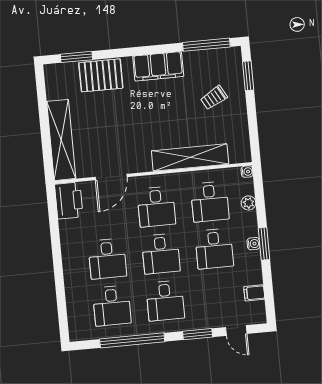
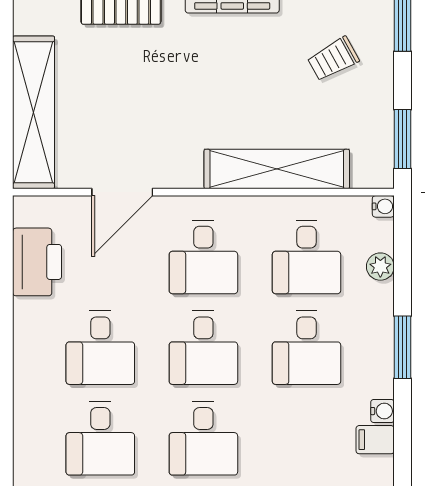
window: (254, 136) -> (403, 139), added
printer: (69, 201) -> (37, 262), moved
water cooler: (253, 244) -> (382, 411), moved

